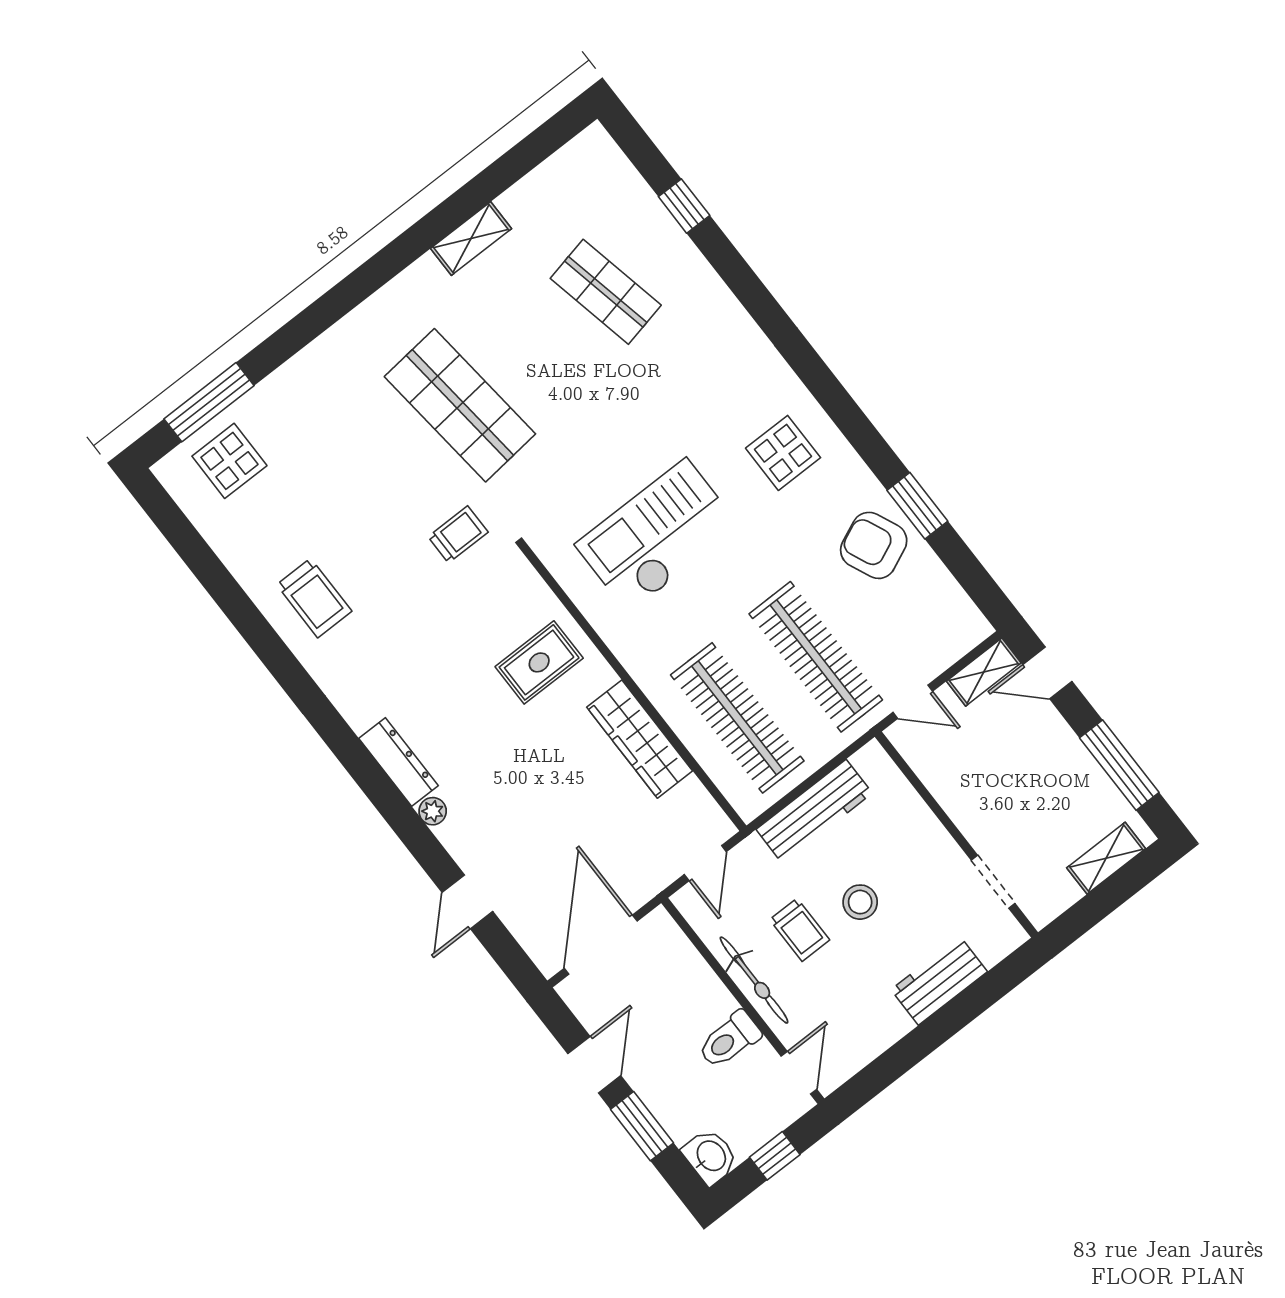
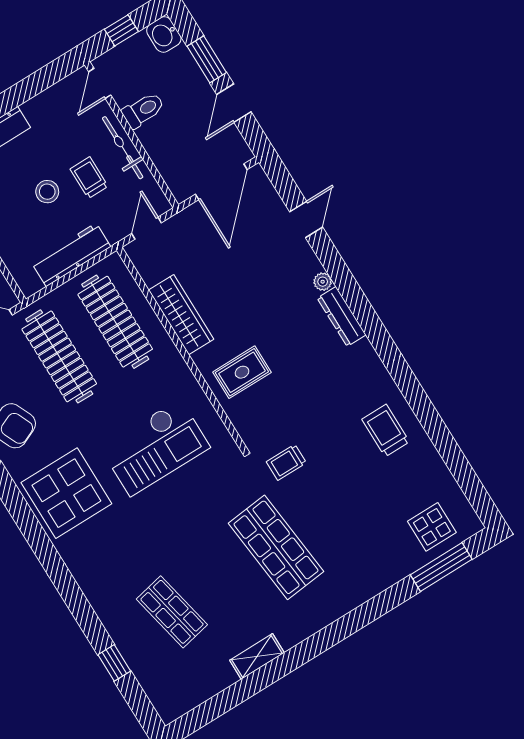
display table: (783, 453) -> (66, 493), width x1.86, depth x1.86

